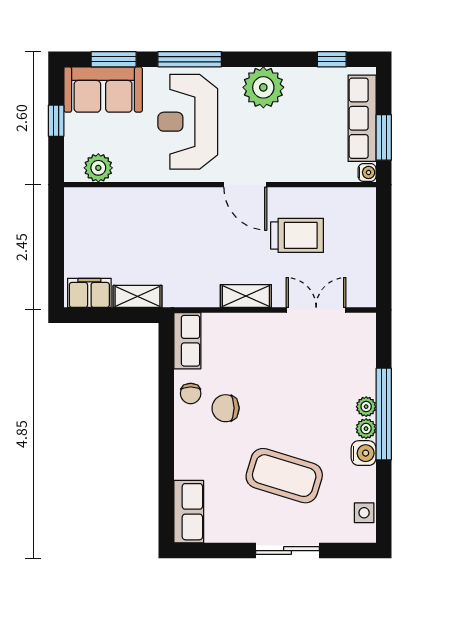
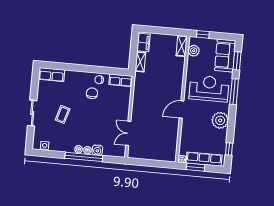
window: (56, 121) -> (203, 34), moved
trolley: (297, 235) -> (159, 128), removed
shelving: (246, 296) -> (182, 46), moved
double door: (316, 310) -> (128, 133), swing flipped
water cooler: (364, 453) -> (97, 150), moved
coffee table: (284, 476) -> (63, 114), width x0.54, depth x0.58

